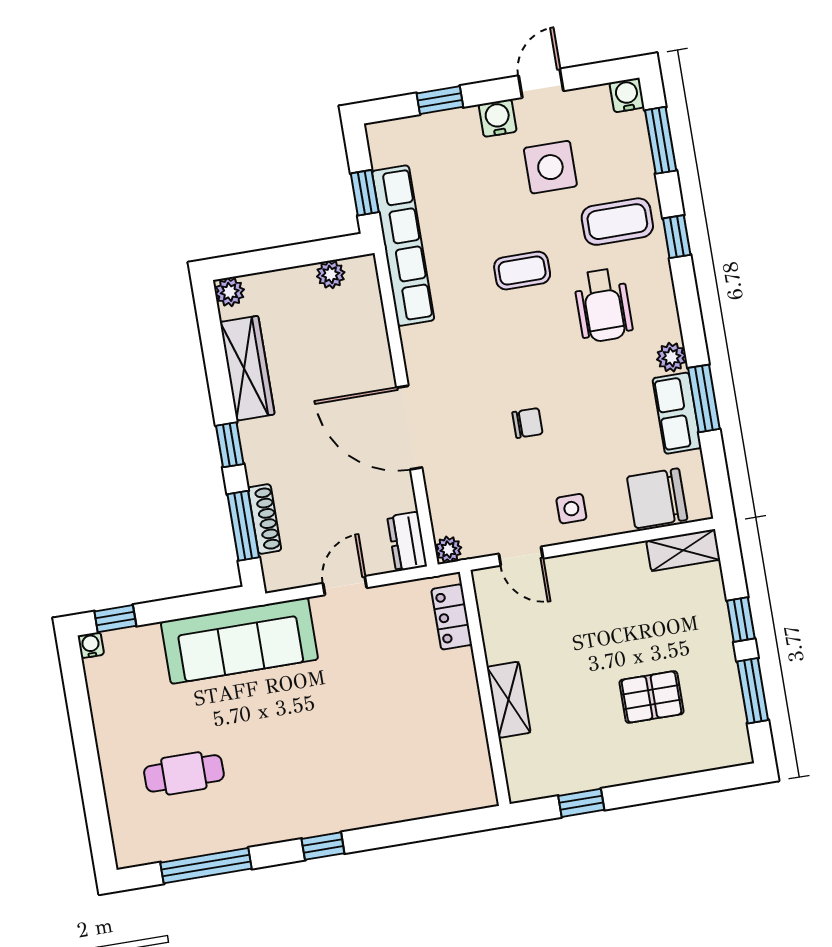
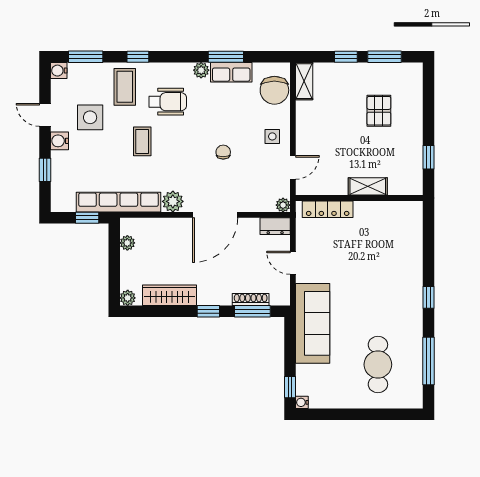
plant: (421, 345) -> (173, 201), added
locker: (452, 617) -> (328, 209), width x1.53
cafe table: (184, 773) -> (378, 365), width x1.37, depth x1.35

